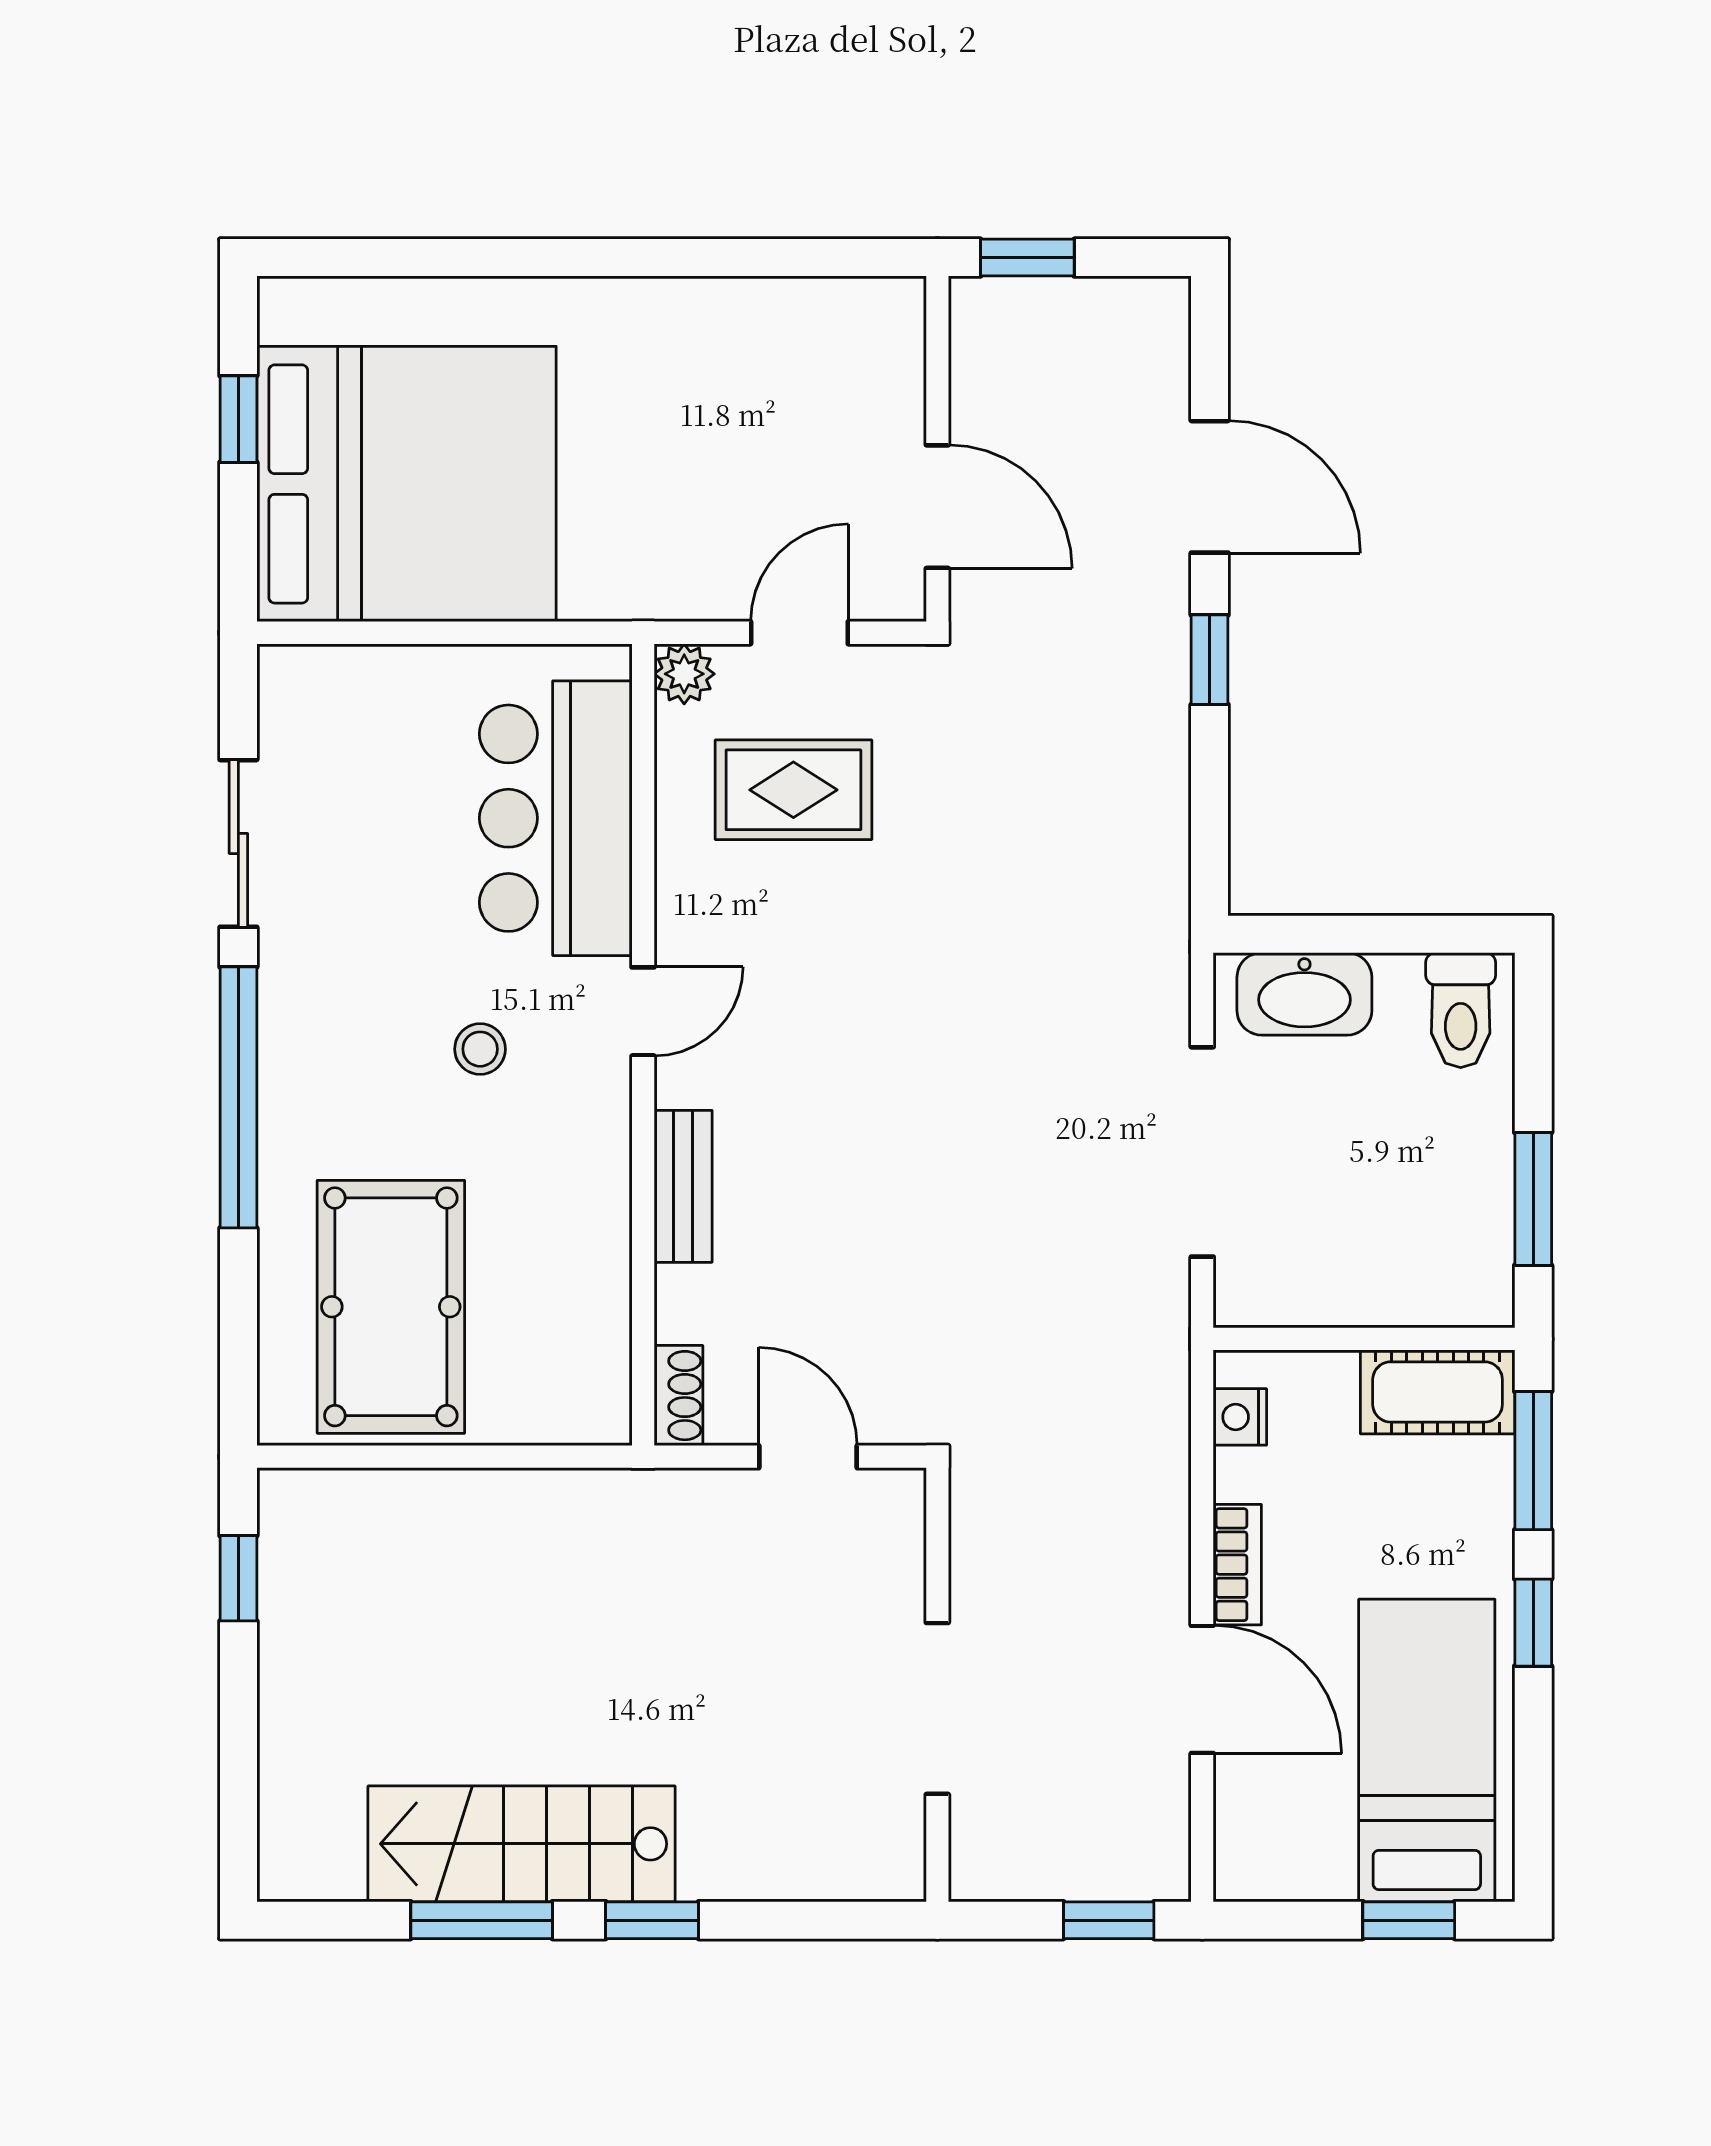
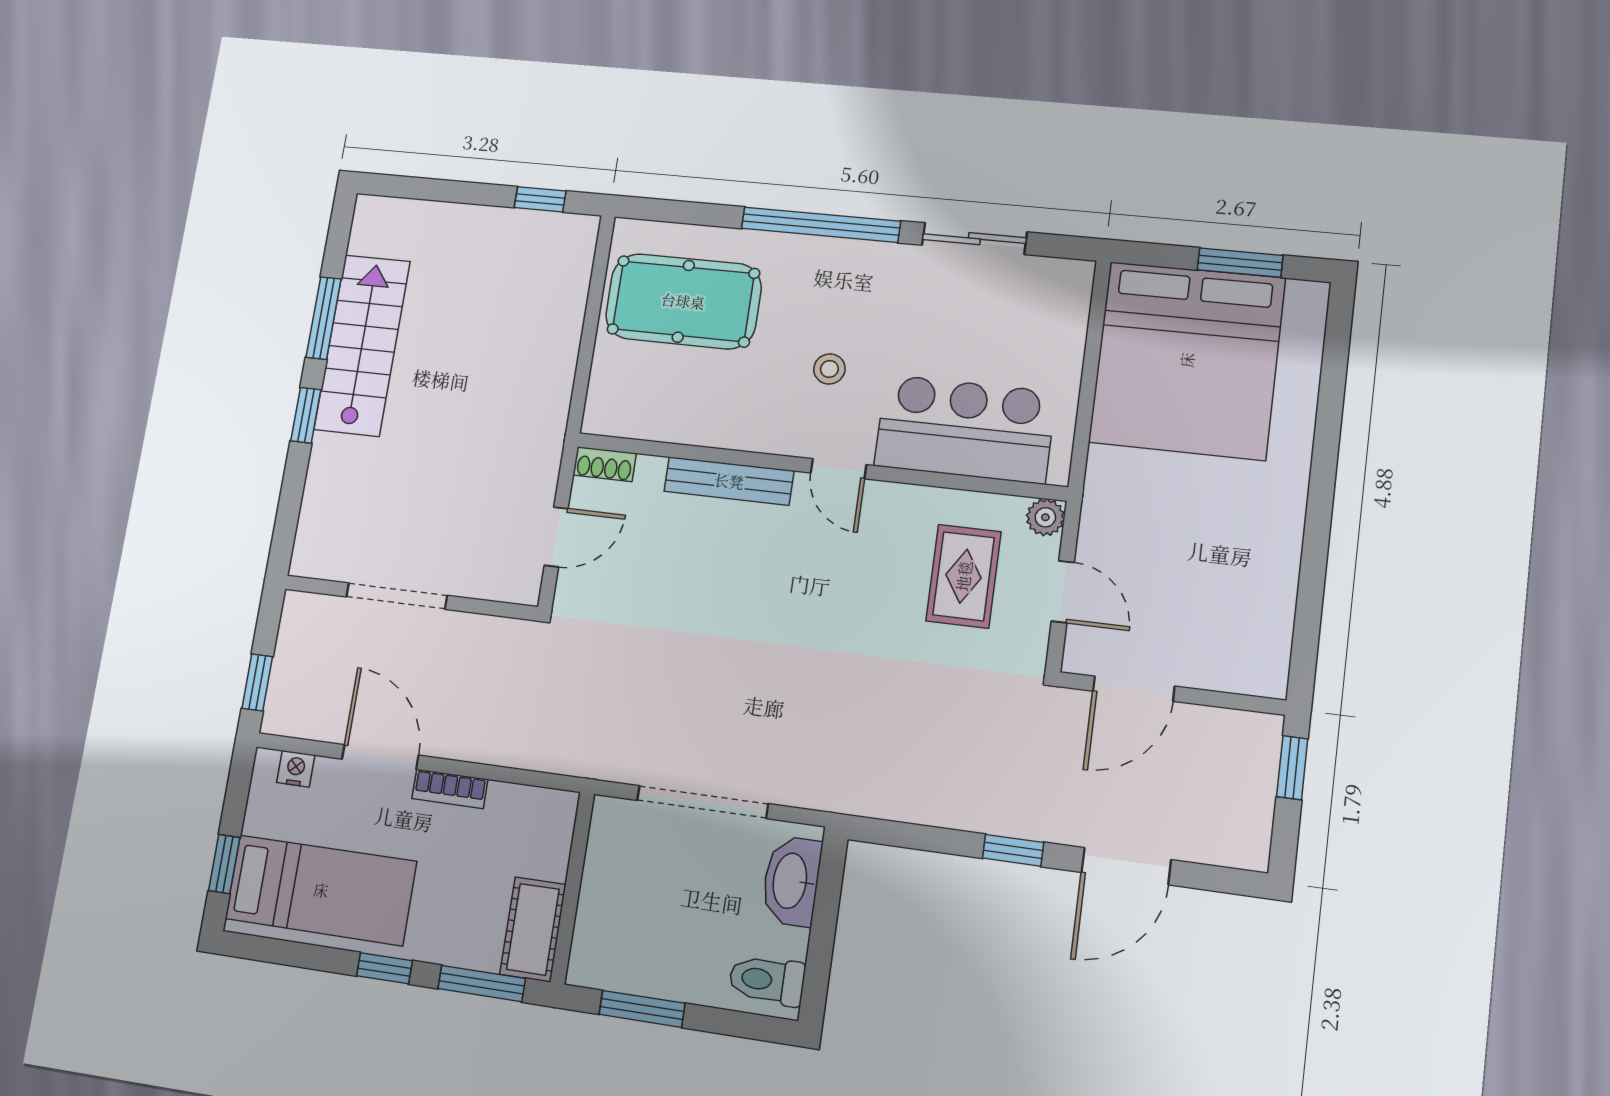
window: (238, 419) -> (1240, 263), width x1.50
bench: (683, 1186) -> (729, 481), width x1.36
nightstand: (1240, 1417) -> (296, 769), moved
door: (1202, 1689) -> (380, 757), swing flipped

